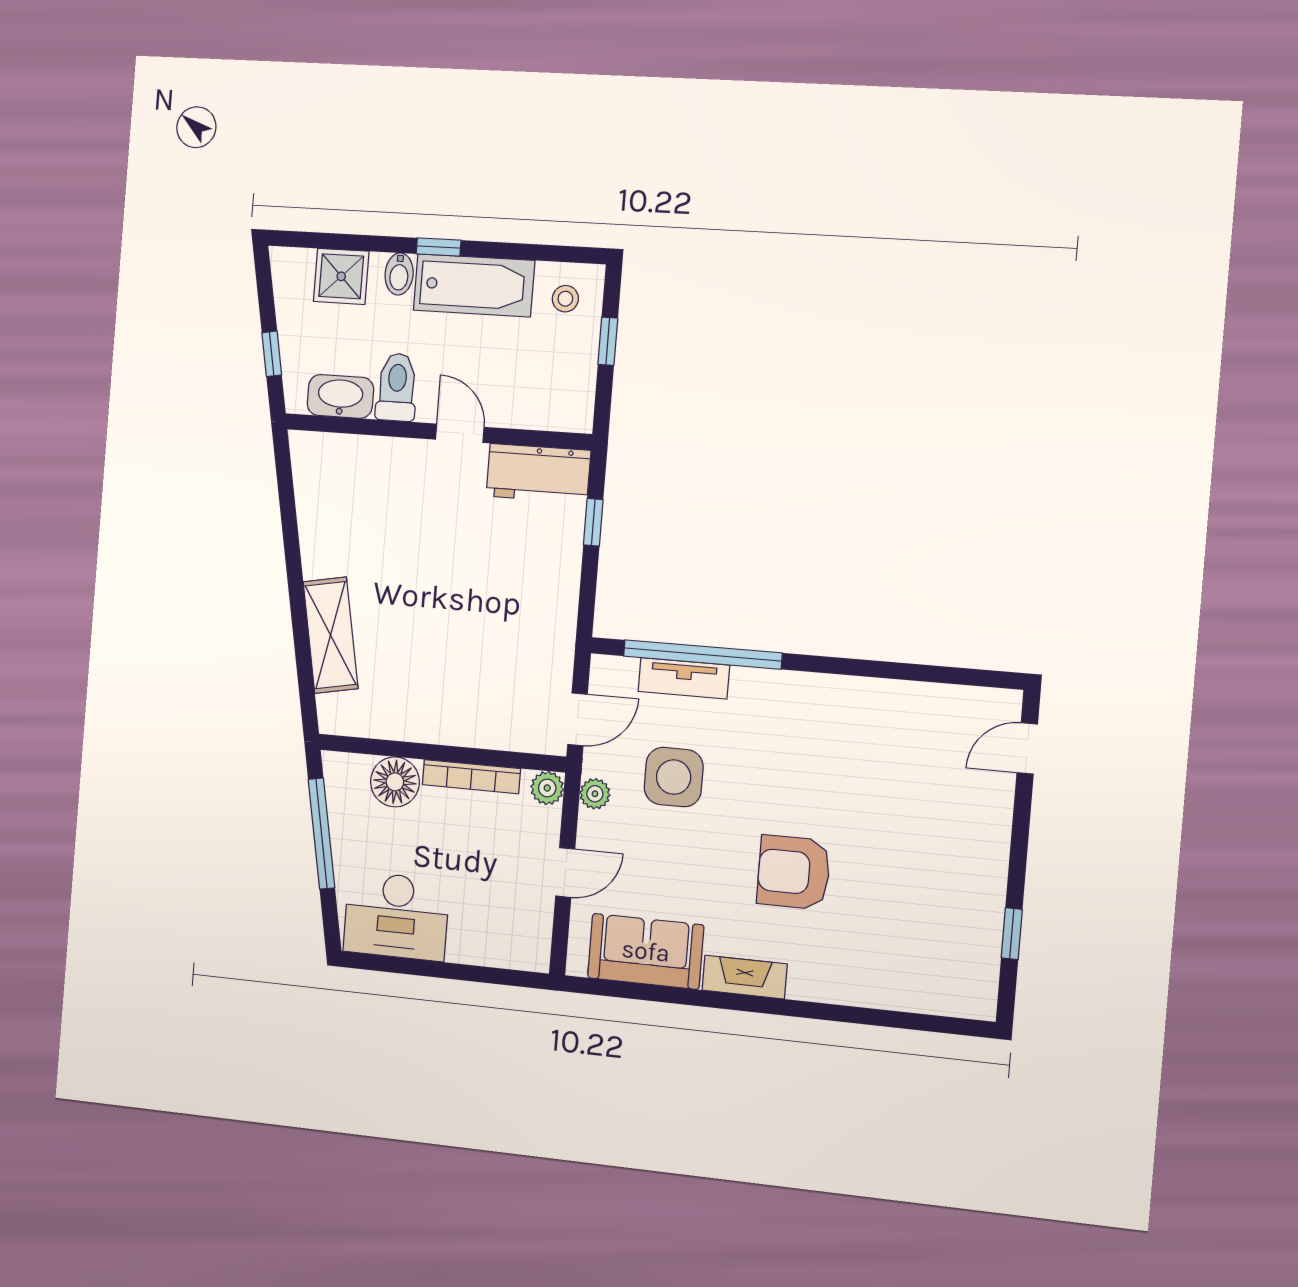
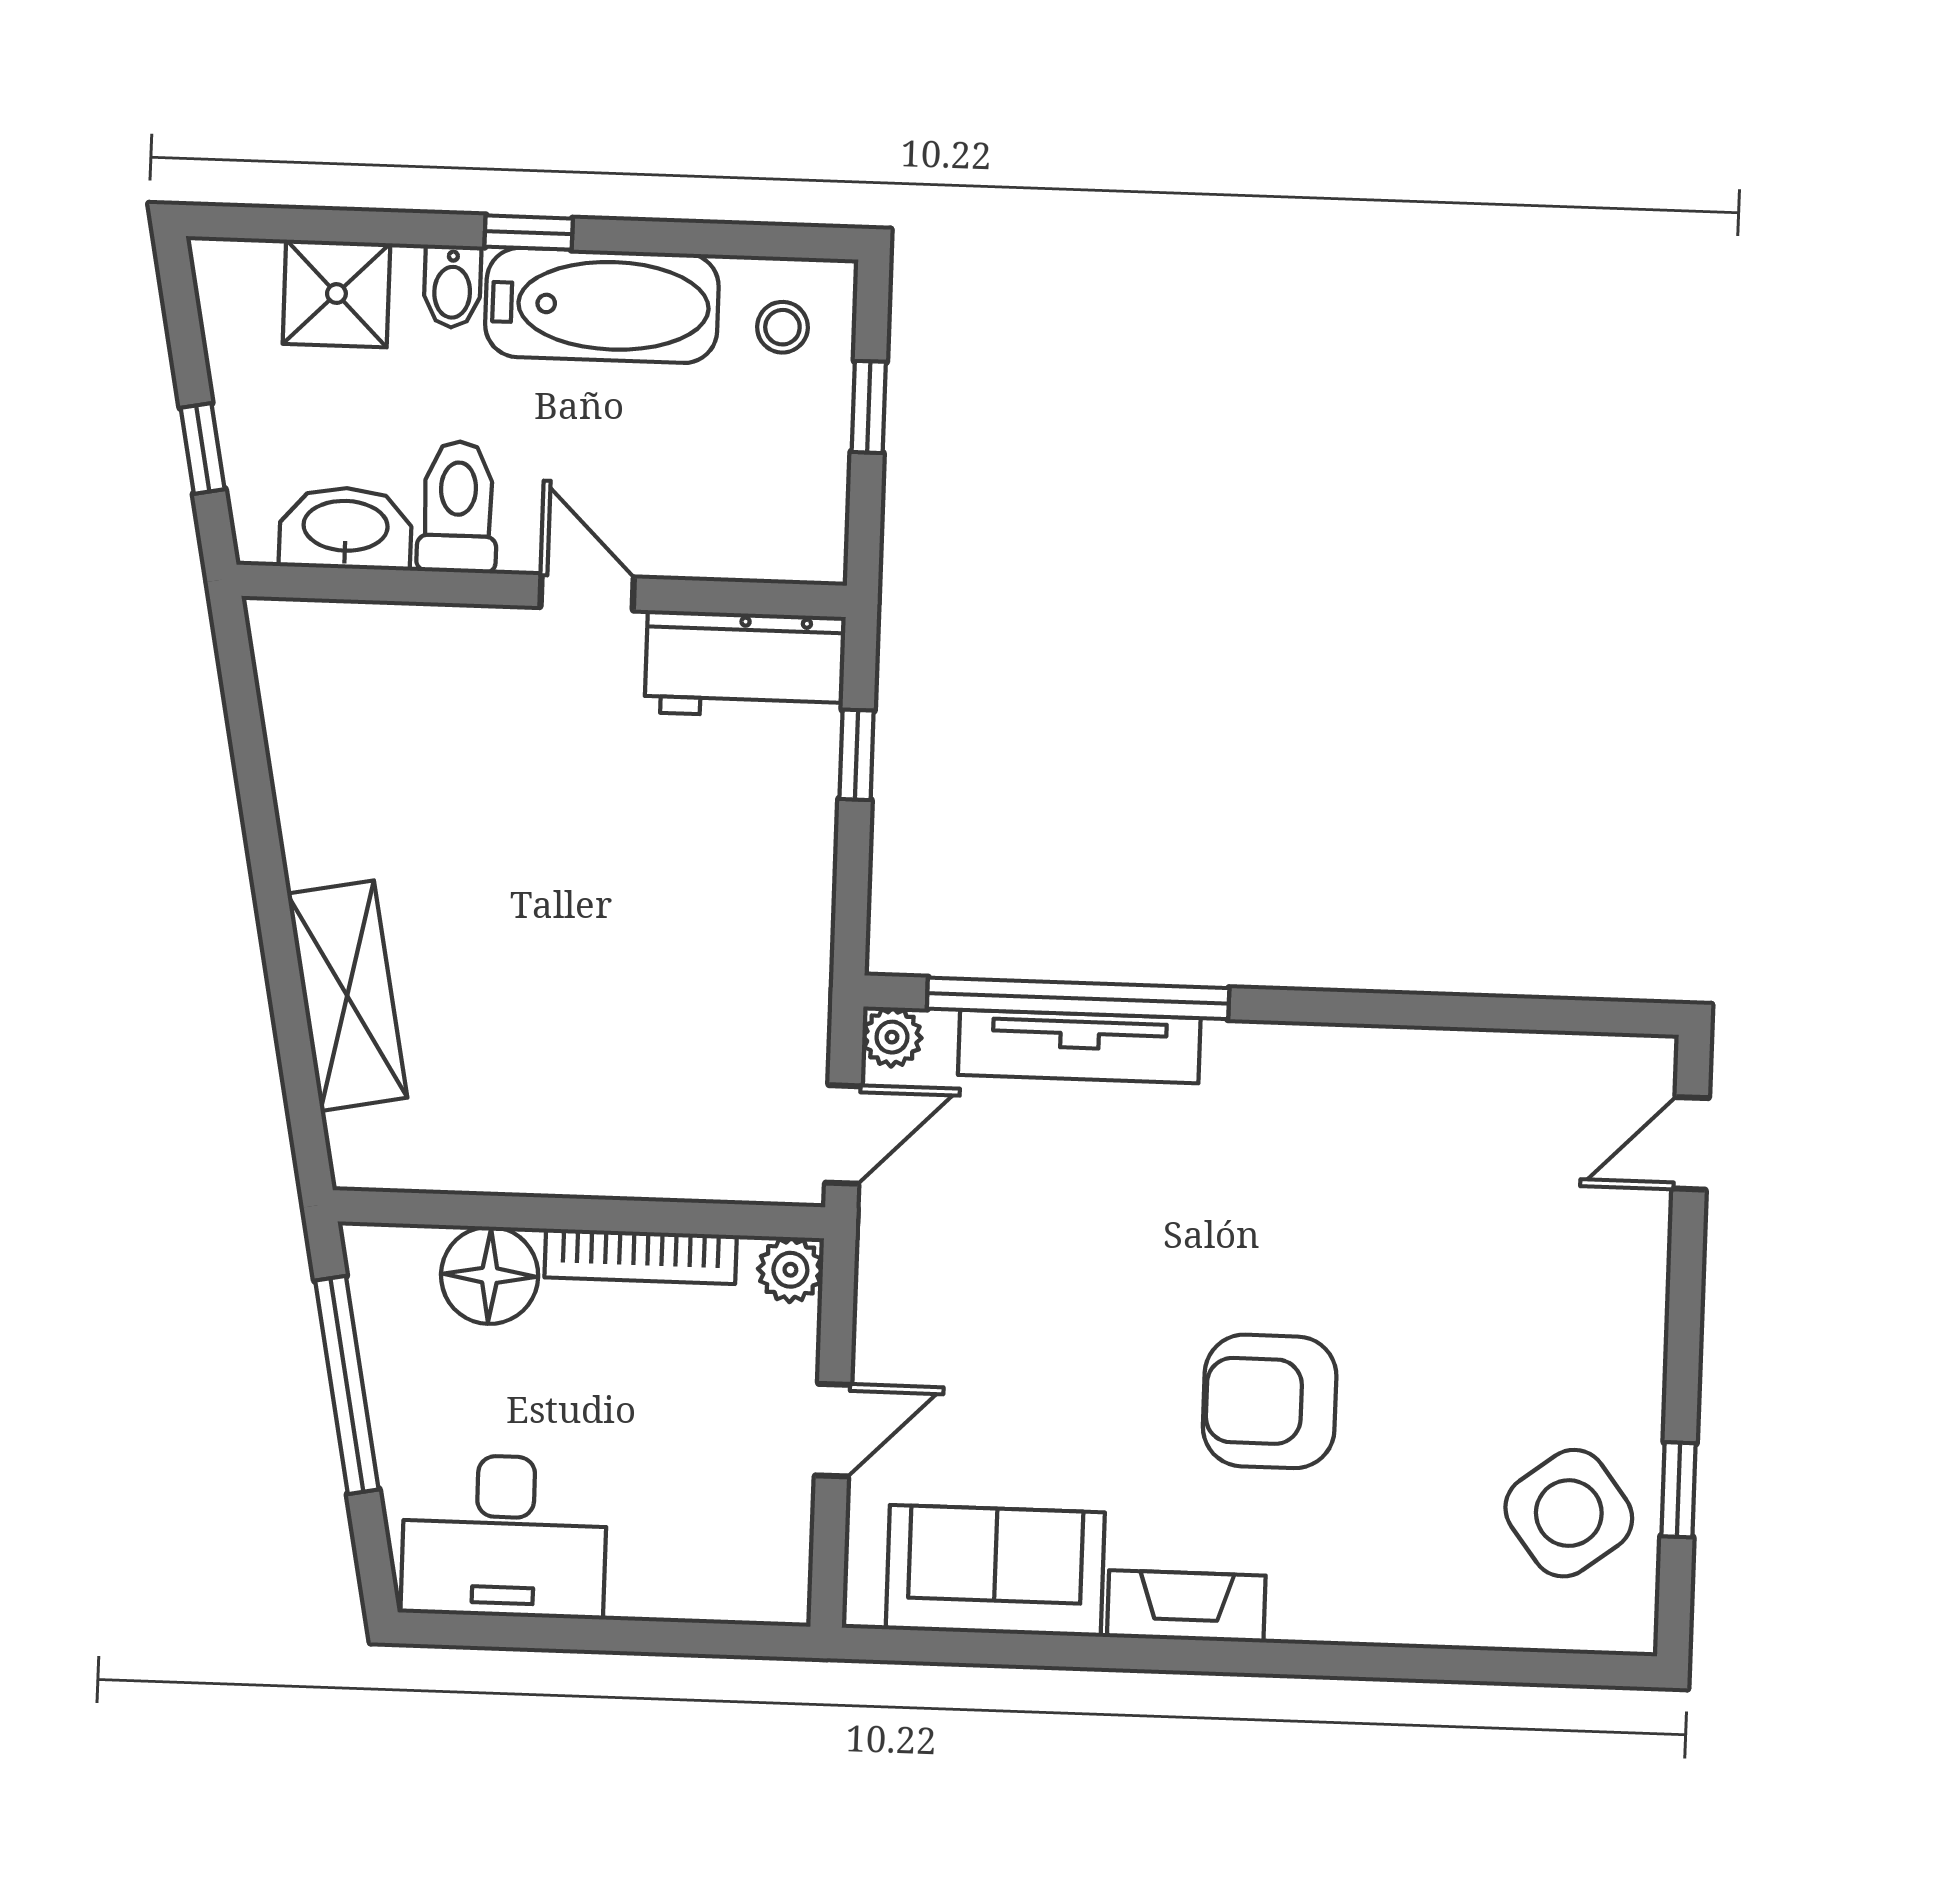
tv unit: (684, 678) -> (1079, 1047), width x1.41
side table: (674, 777) -> (1569, 1513), moved, turned -37
plant: (595, 794) -> (892, 1037), moved

